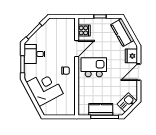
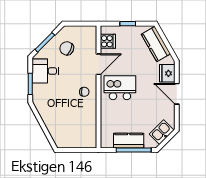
chair: (52, 36) -> (67, 48), added
door: (139, 72) -> (177, 94), hinge flipped
corner desk: (45, 88) -> (58, 114), removed

